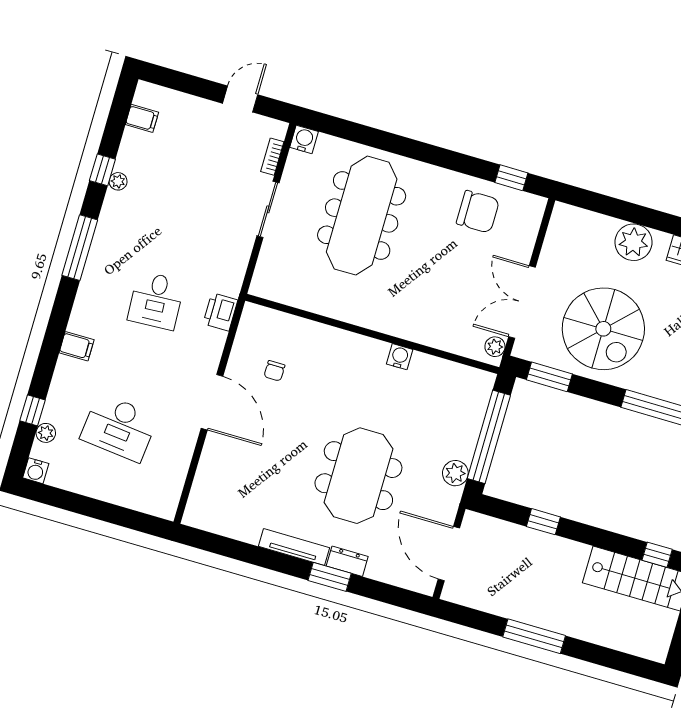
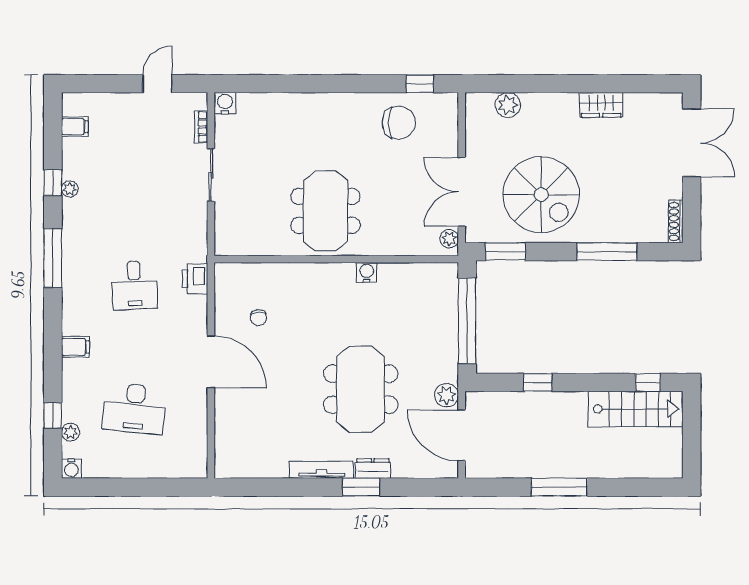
meeting table: (362, 216) -> (325, 211), moved, width x0.73
plant: (633, 242) -> (508, 105), moved, width x0.73, depth x0.73
plant: (455, 473) -> (446, 395), moved

